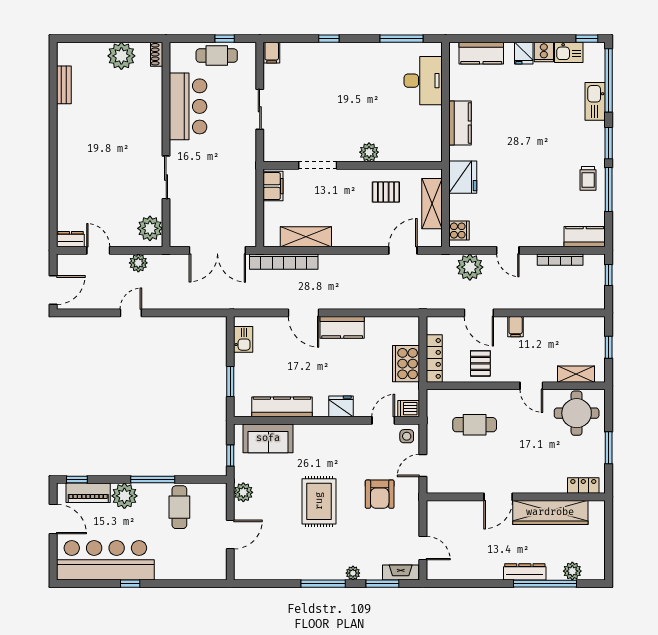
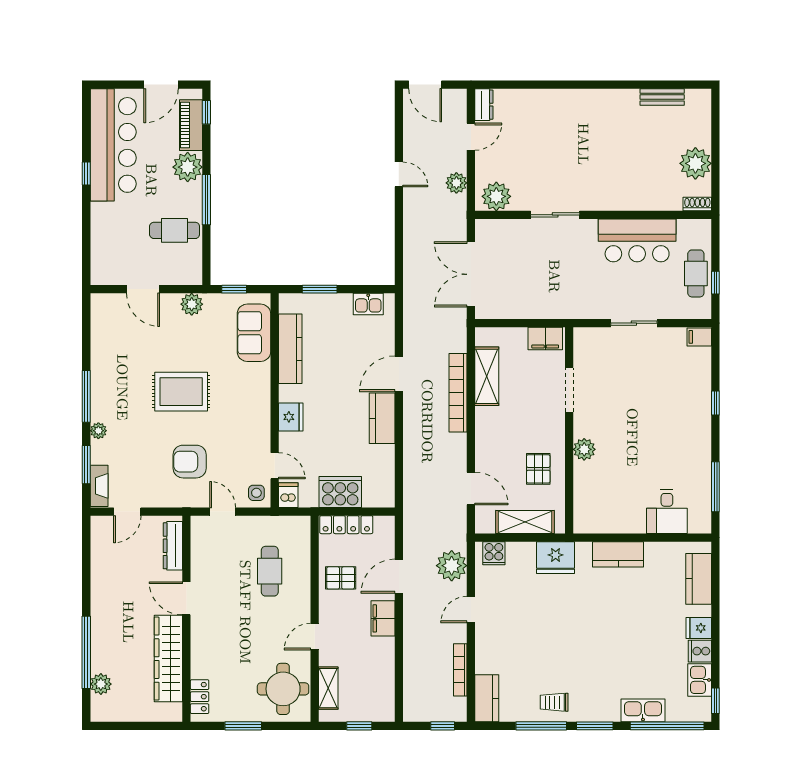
desk: (423, 81) -> (667, 512), width x0.73
bookcase: (284, 262) -> (458, 393), moved
filing cabinet: (516, 327) -> (383, 618), width x2.00
dresser: (525, 572) -> (173, 546), moved, turned 180

